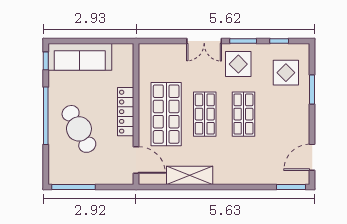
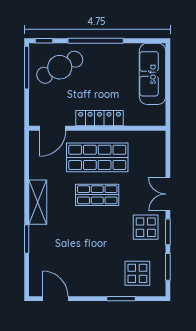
window: (279, 41) -> (168, 267), width x1.50
window: (46, 61) -> (44, 41), moved
shop shelf: (243, 114) -> (97, 232), removed
cafe table: (79, 129) -> (60, 67), moved
shelving: (190, 175) -> (38, 202), moved
window: (291, 187) -> (27, 239), moved

